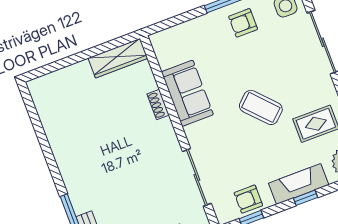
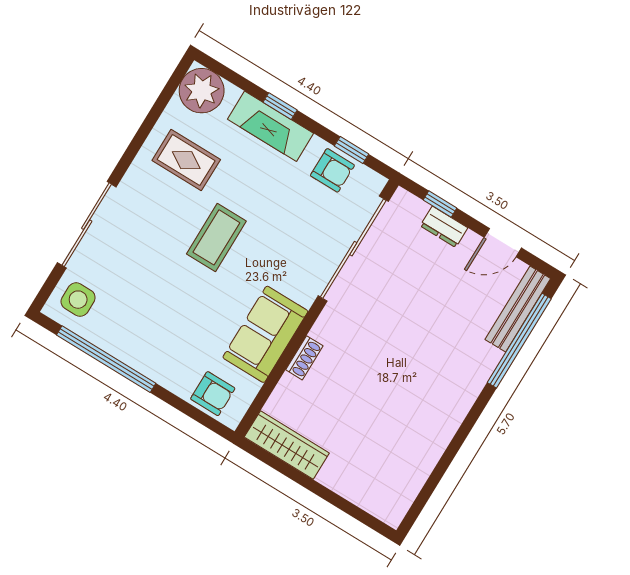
armchair: (243, 23) -> (213, 394), moved
coffee table: (261, 107) -> (216, 237), turned 43
sliding door: (197, 177) -> (353, 249), width x1.36

